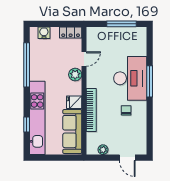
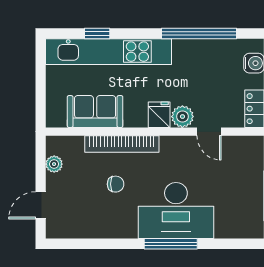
fridge: (74, 102) -> (159, 115), moved
chair: (126, 110) -> (116, 184), moved
sofa: (72, 132) -> (95, 112), width x0.73

